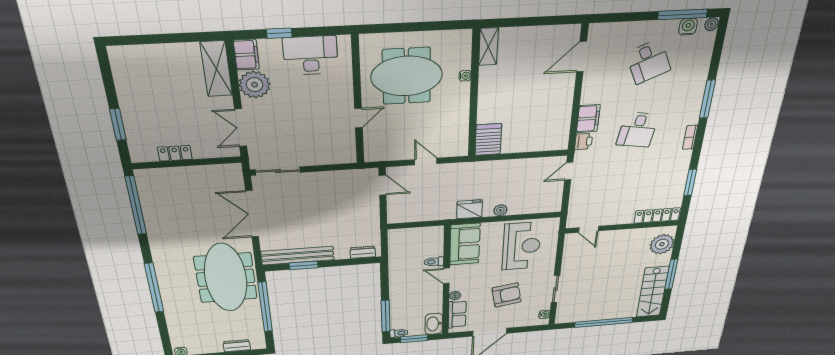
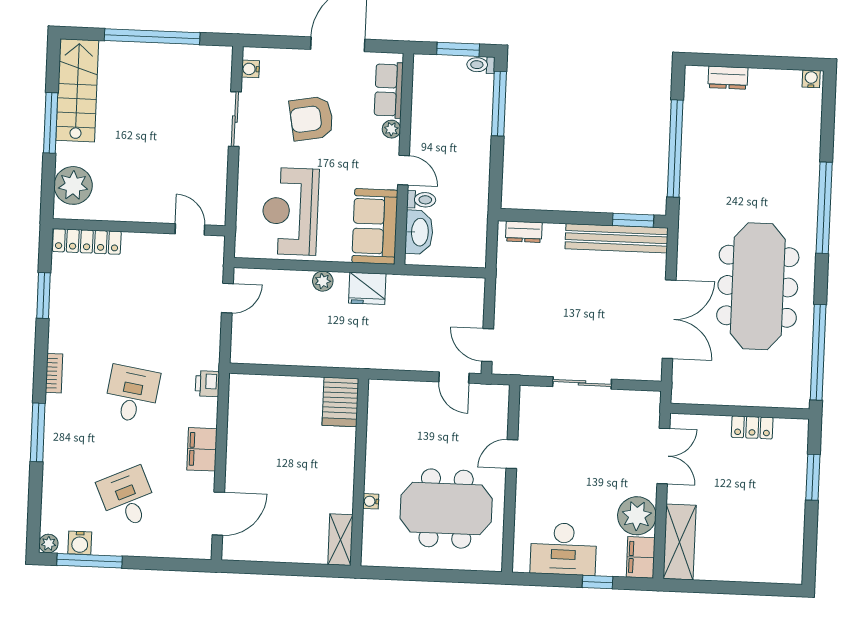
filing cabinet: (588, 119) -> (202, 449), moved
door: (426, 162) -> (454, 378), moved
sliding door: (278, 171) -> (582, 383), moved
door: (569, 171) -> (227, 298), moved
window: (304, 265) -> (633, 220), moved
meeting table: (226, 278) -> (758, 286), moved
washbasin: (434, 324) -> (419, 232), moved

